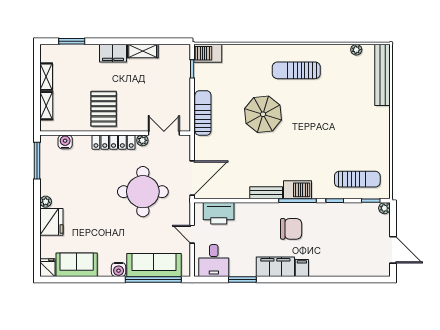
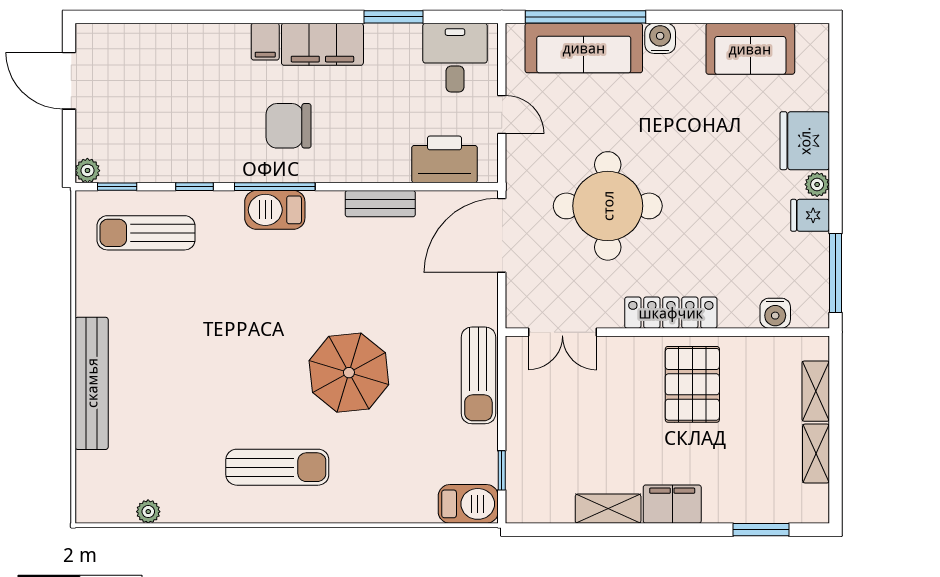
bench: (383, 75) -> (92, 383), moved
plant: (142, 140) -> (609, 316), removed
bench: (266, 193) -> (380, 204), moved
fridge: (47, 268) -> (810, 215), moved, turned 90

